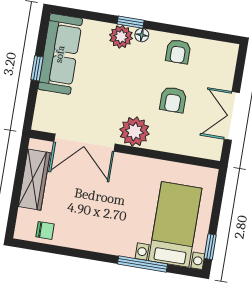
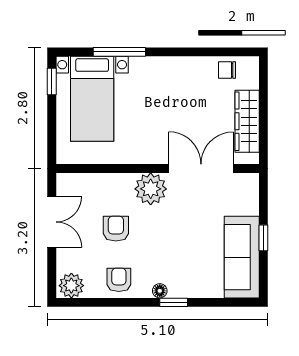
plant: (121, 37) -> (71, 286), moved

